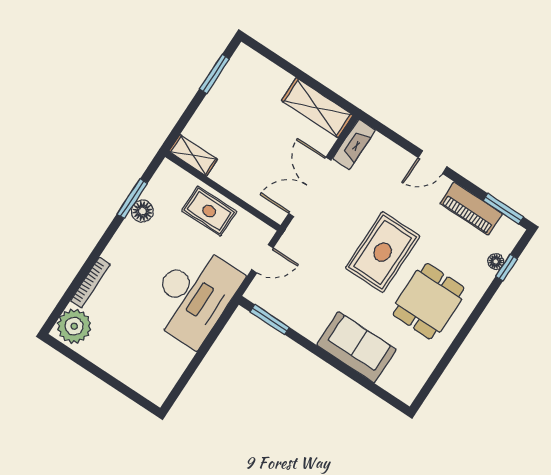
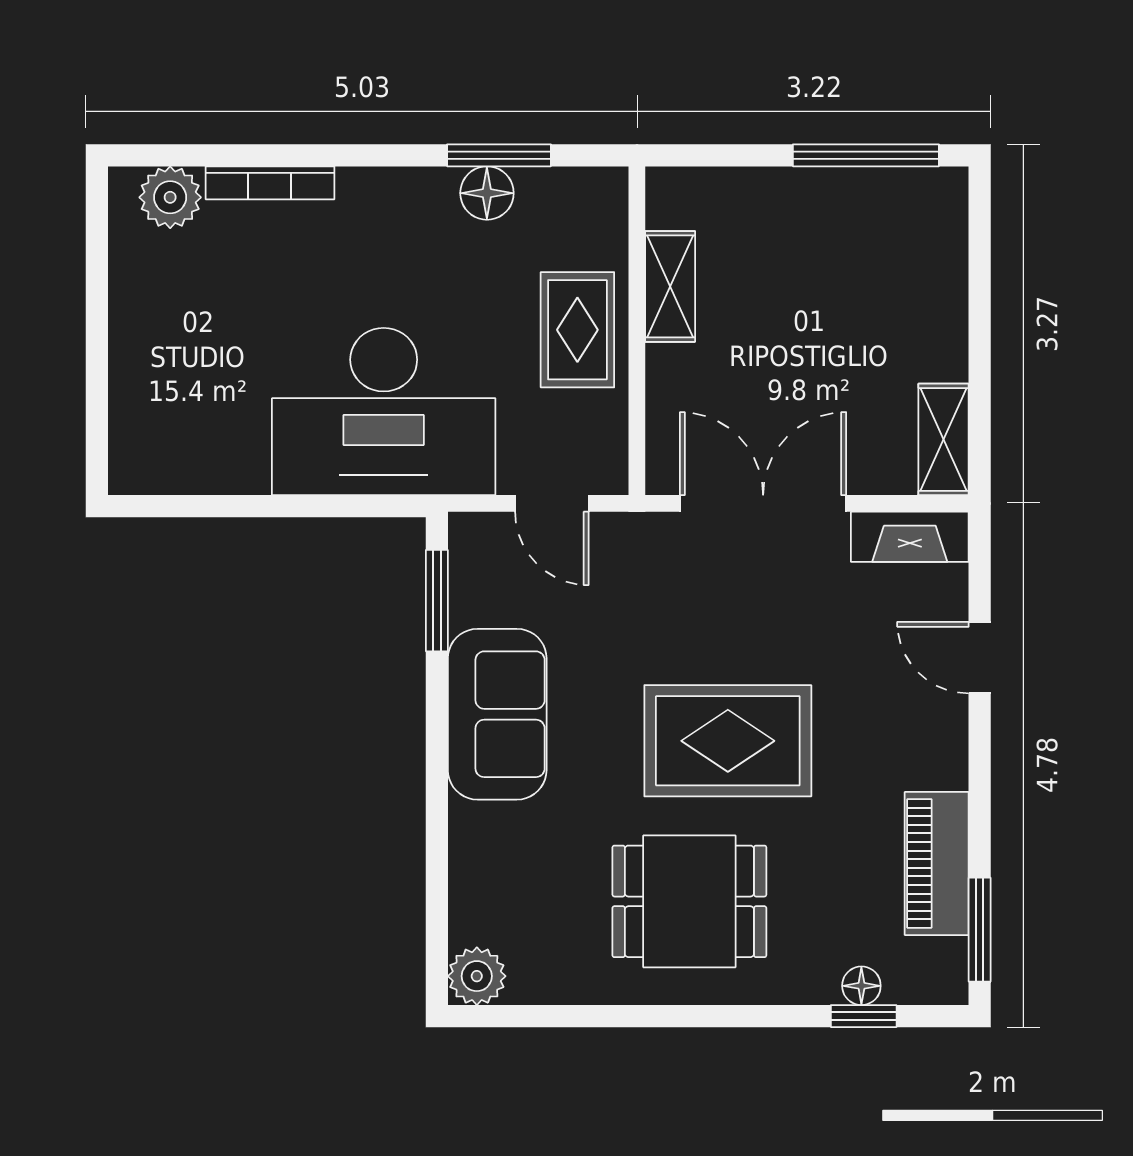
window: (215, 74) -> (866, 155), width x1.44
shelving: (317, 108) -> (944, 439), width x0.67, depth x0.75
shelving: (193, 155) -> (670, 286), moved
door: (433, 162) -> (980, 658), moved
plant: (74, 326) -> (170, 197), width x0.73, depth x0.73
sofa: (356, 347) -> (497, 714), moved
plant: (406, 390) -> (477, 976), added

